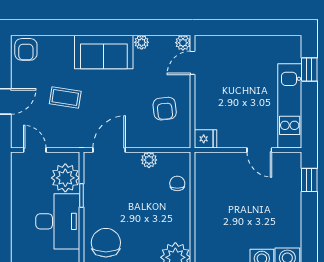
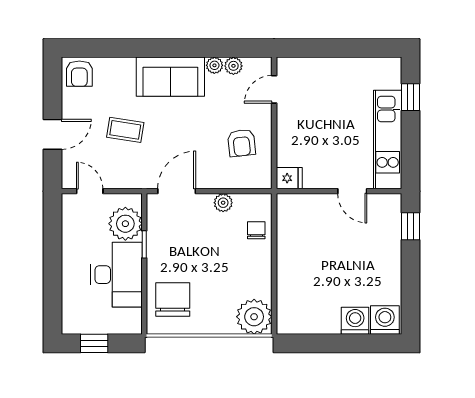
plant: (183, 43) -> (233, 66), moved

